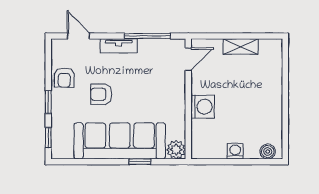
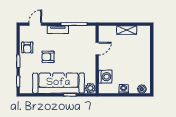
door: (78, 36) -> (35, 24), hinge flipped
door: (188, 59) -> (97, 49), moved
washing machine: (203, 107) -> (105, 77), moved

